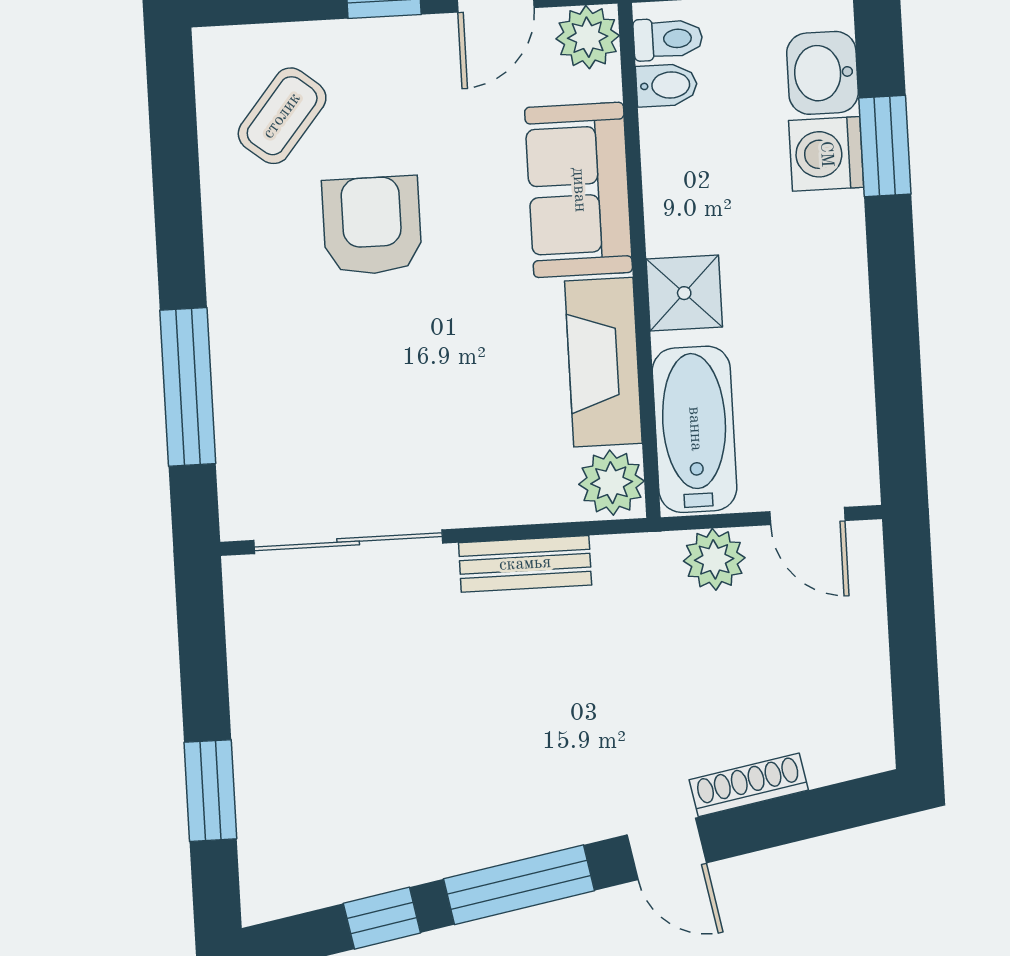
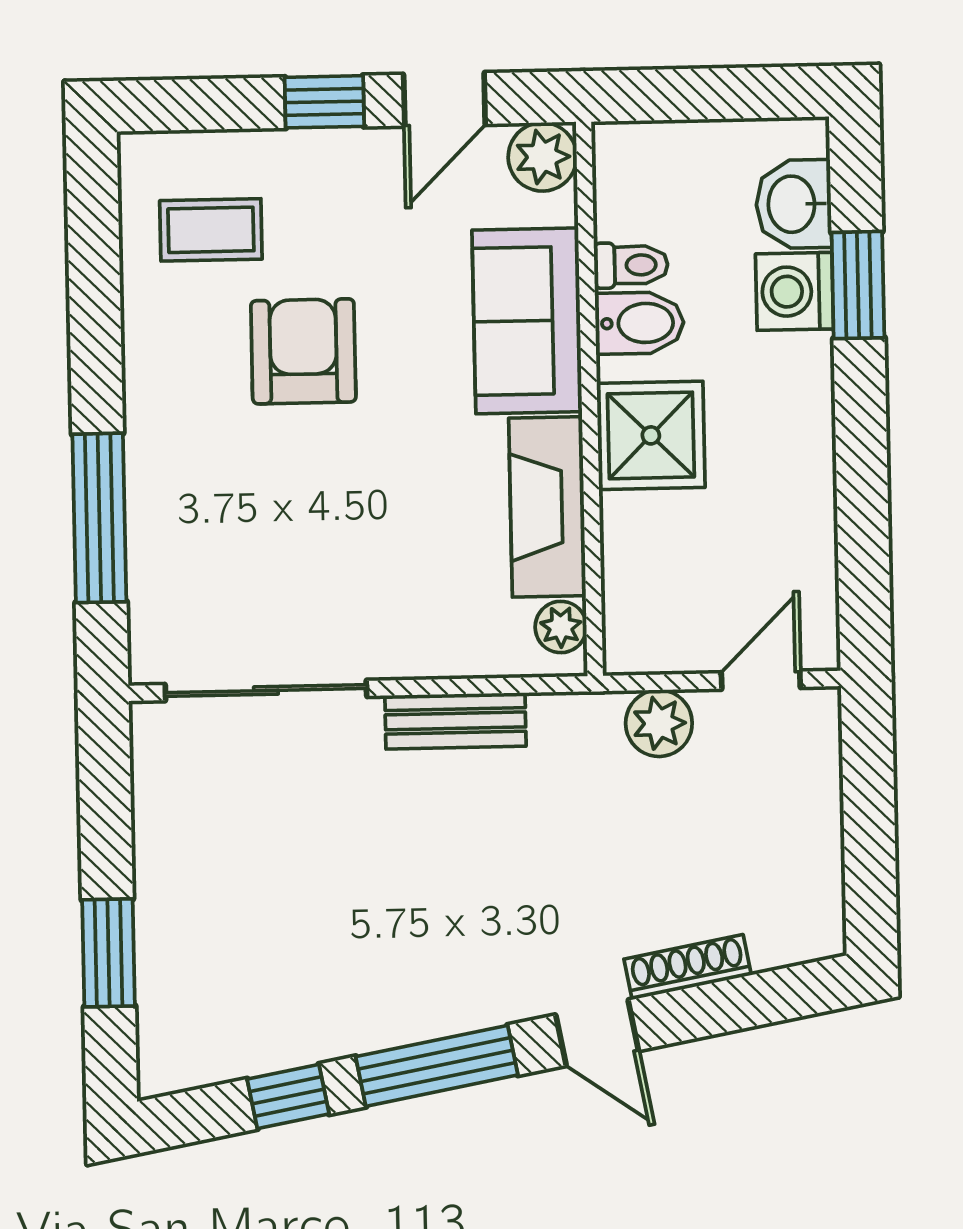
toilet: (668, 39) -> (631, 265), moved
bidet: (667, 85) -> (640, 323), moved, width x1.38, depth x1.36
coffee table: (282, 116) -> (211, 230), turned 51
shower: (684, 293) -> (651, 435), width x1.36, depth x1.36
bathtub: (695, 429) -> (643, 583), removed
plant: (612, 483) -> (561, 627), width x0.73, depth x0.73
door: (807, 516) -> (761, 680), swing flipped

